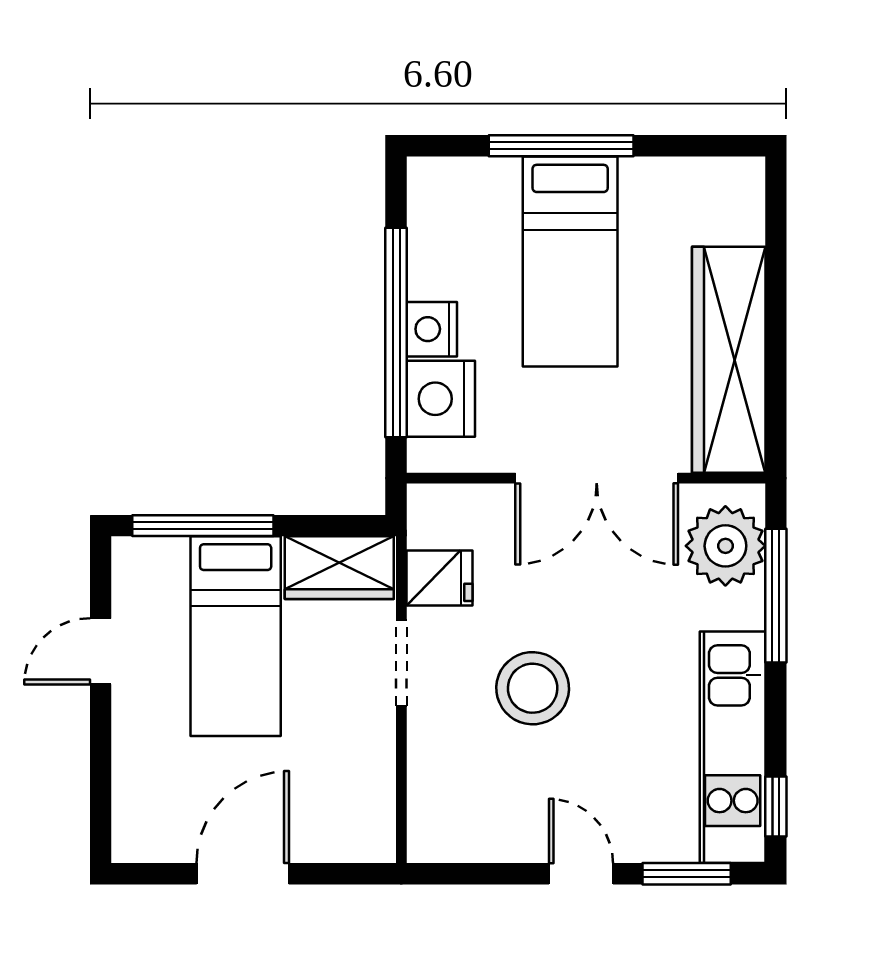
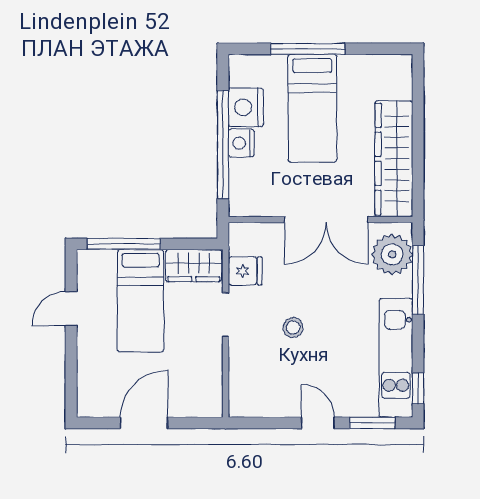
nightstand: (441, 399) -> (246, 107), moved
stool: (533, 688) -> (293, 328), width x0.53, depth x0.53

